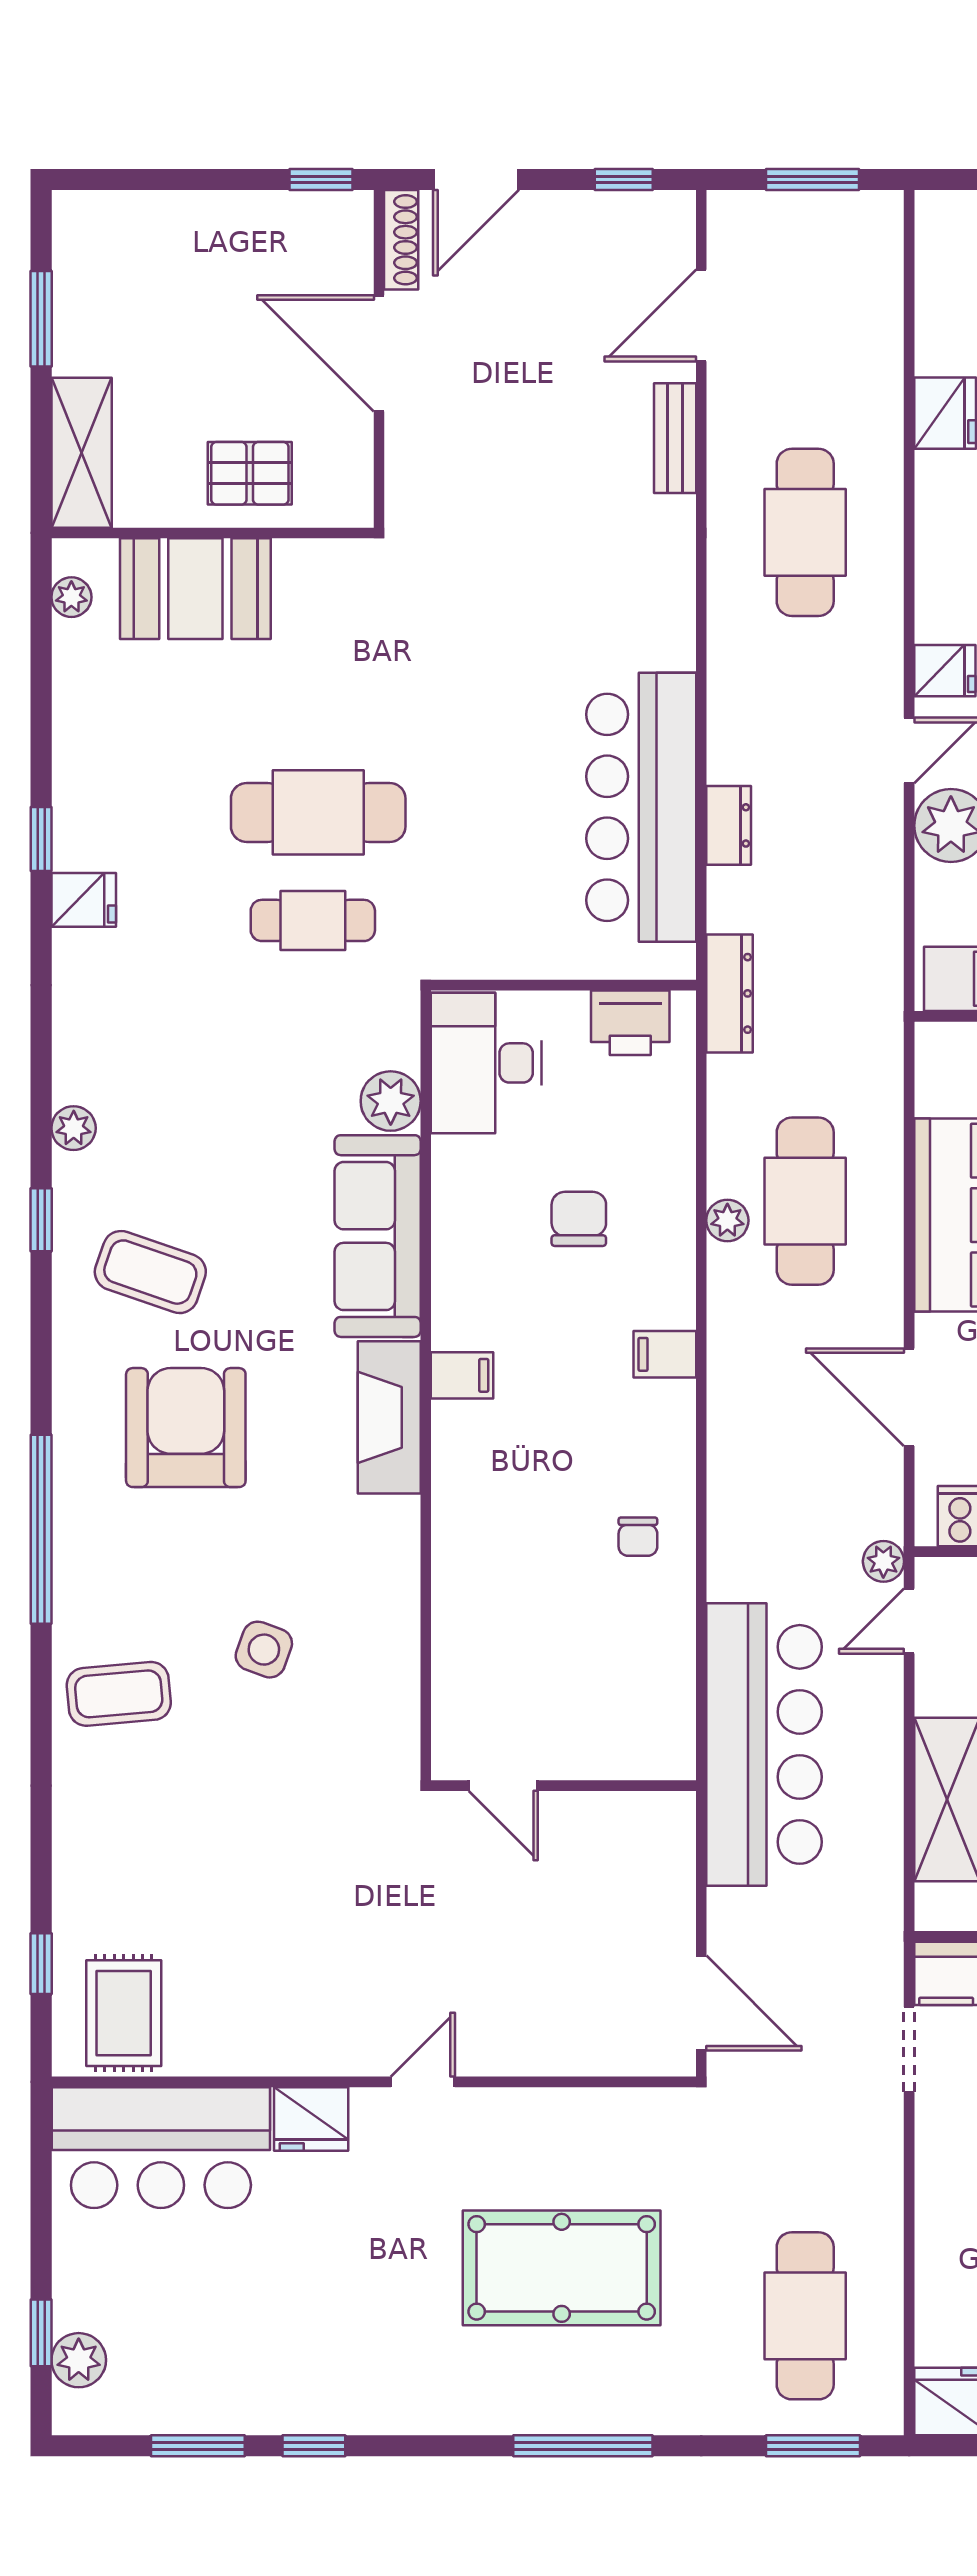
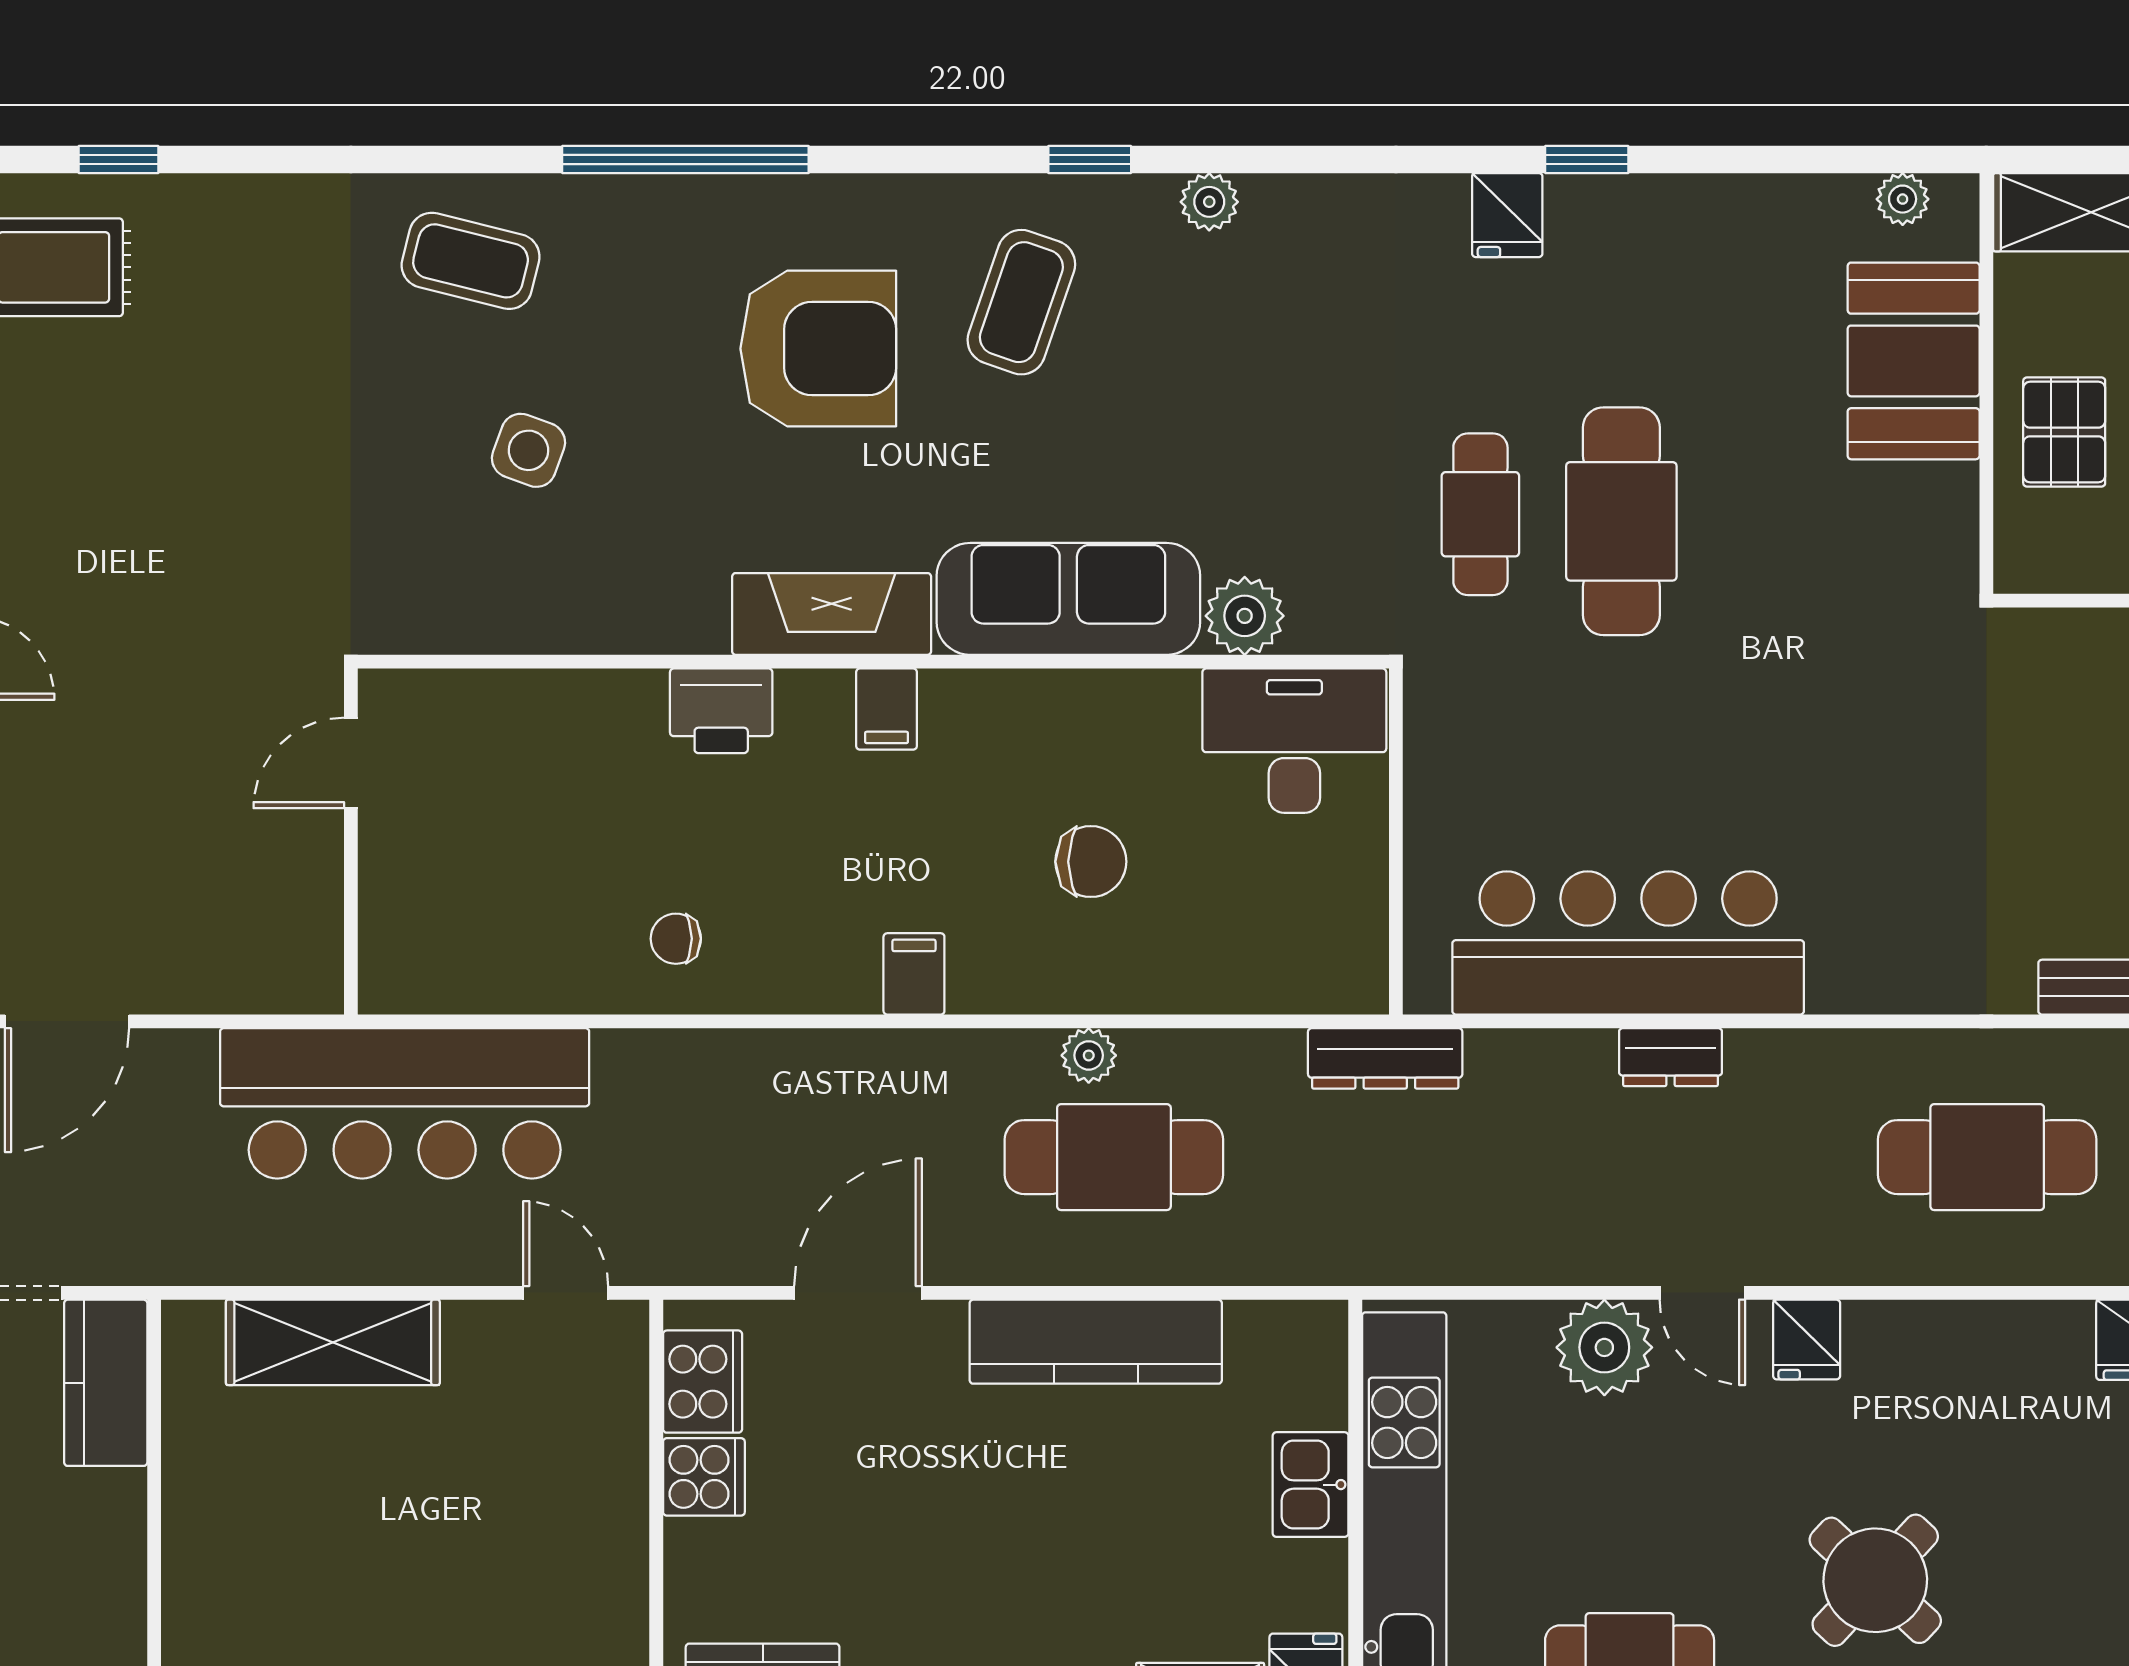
dresser: (729, 825) -> (1671, 1057), moved
printer: (630, 1023) -> (721, 711), moved, turned -90
plant: (883, 1561) -> (644, 1259), removed
coffee table: (119, 1694) -> (471, 261), turned -71

